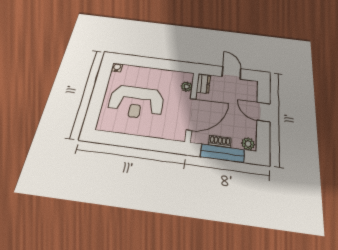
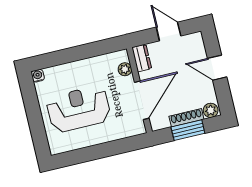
reception desk: (136, 102) -> (79, 109), turned 180
shoe rack: (220, 142) -> (186, 118), width x1.43
window: (222, 153) -> (188, 130), width x0.69

